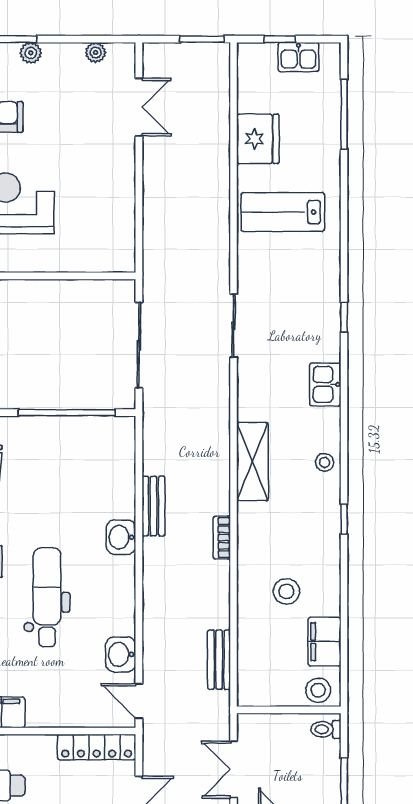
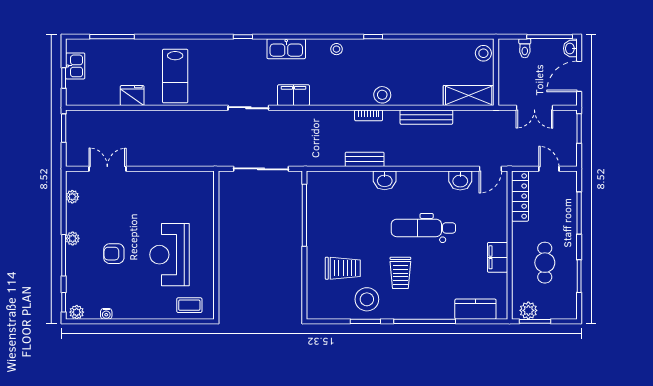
fridge: (258, 139) -> (132, 96), width x0.73, depth x0.75
kitchen sink: (325, 384) -> (286, 49), width x1.38
shelving: (252, 462) -> (469, 96), moved
bookcase: (222, 538) -> (369, 115), moved
stool: (286, 591) -> (382, 95), moved
filing cabinet: (325, 642) -> (293, 95), moved, turned 180
bench: (219, 660) -> (426, 117), moved, width x1.36
toilet: (326, 729) -> (525, 48), moved

